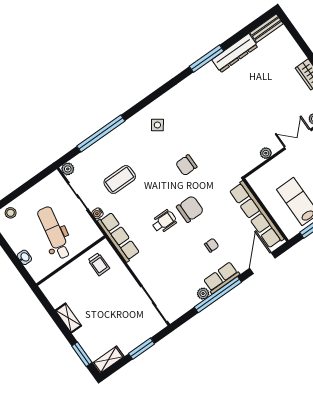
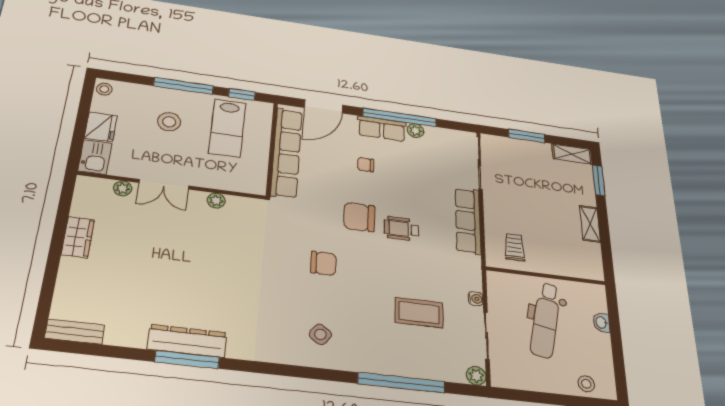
dresser: (235, 53) -> (187, 341), moved
row of seats: (119, 237) -> (468, 221), moved

